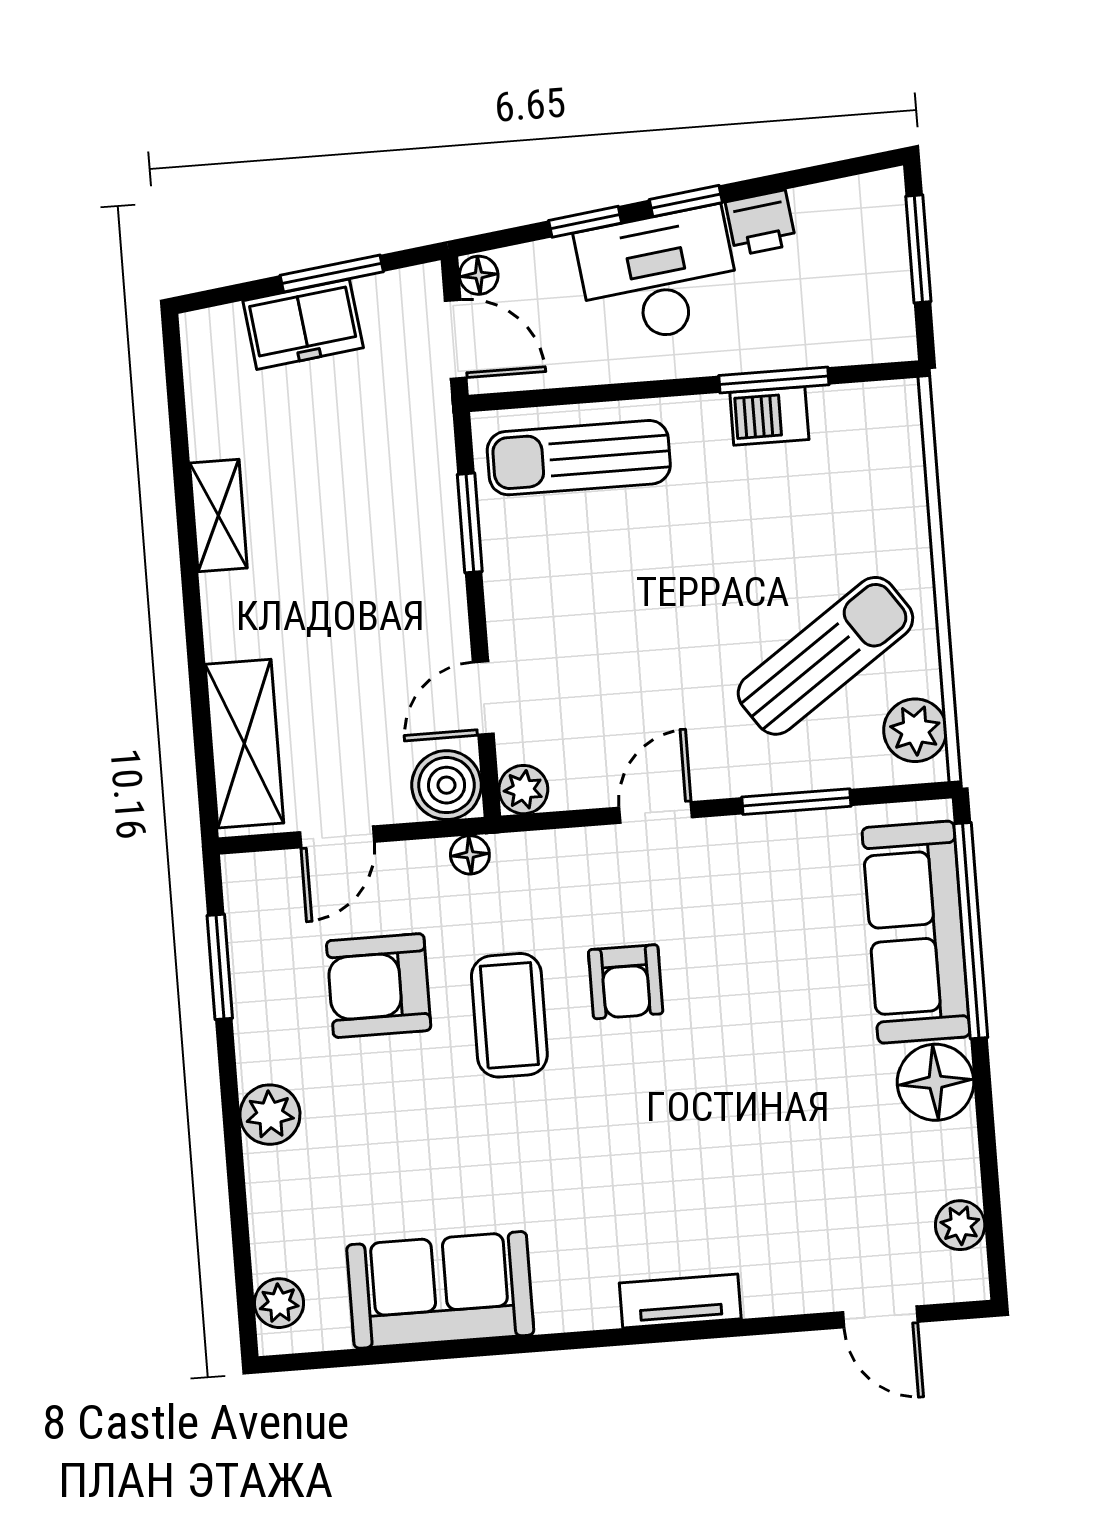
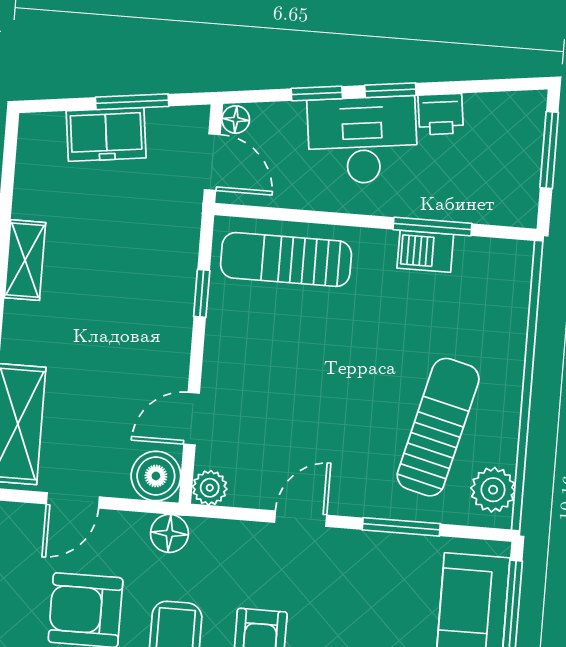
window: (470, 523) -> (202, 293), width x0.67
sun lounger: (825, 656) -> (438, 427), turned -41
floor lamp: (470, 855) -> (169, 533), width x1.37, depth x1.37

